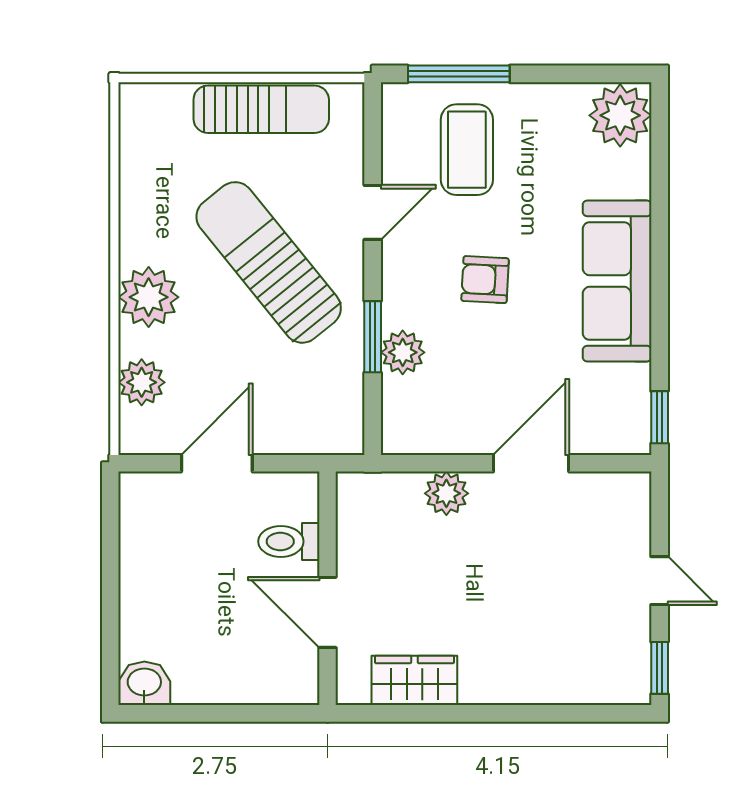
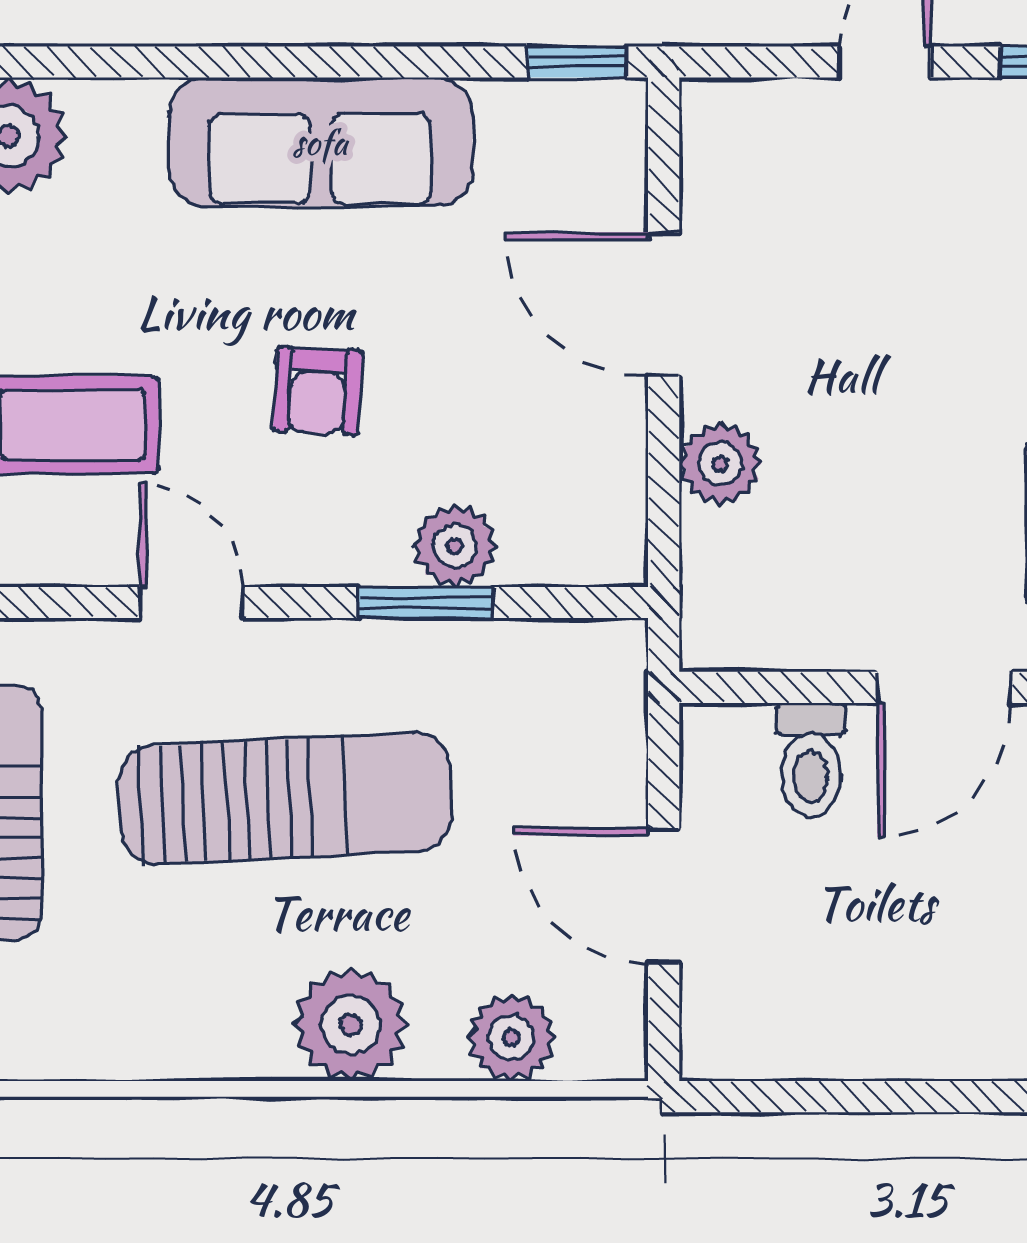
sun lounger: (269, 262) -> (285, 798), turned -144

